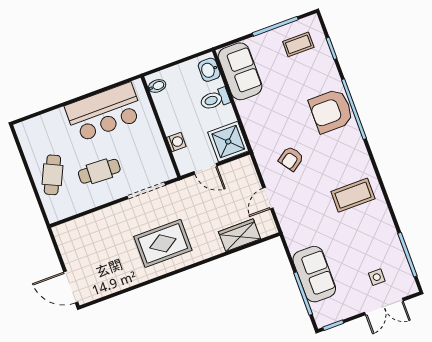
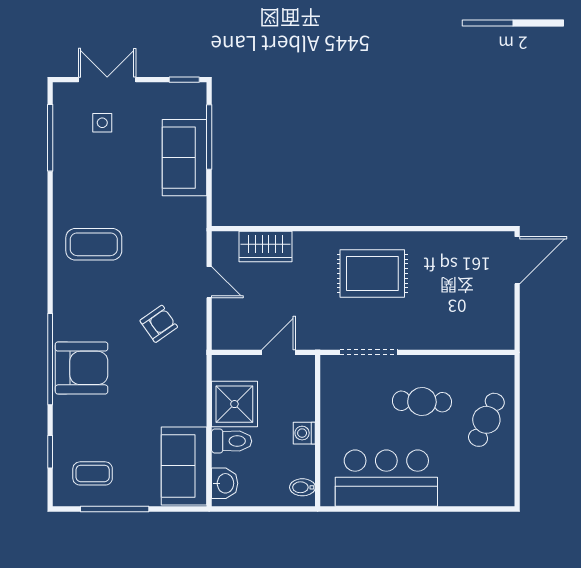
washing machine: (176, 142) -> (304, 433), moved
shower: (228, 142) -> (234, 404), moved
door: (205, 169) -> (278, 352), hinge flipped
door: (268, 198) -> (209, 282), hinge flipped
door: (71, 287) -> (517, 260), hinge flipped

